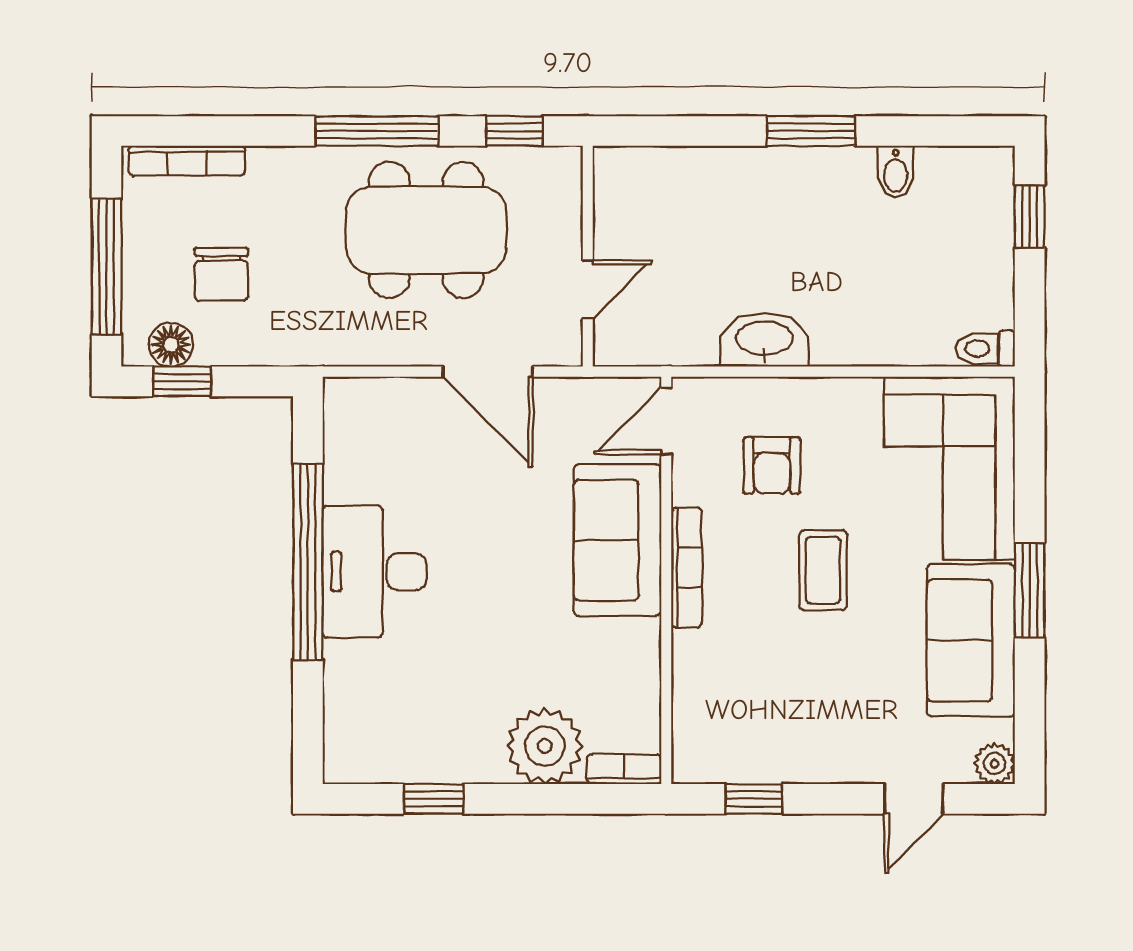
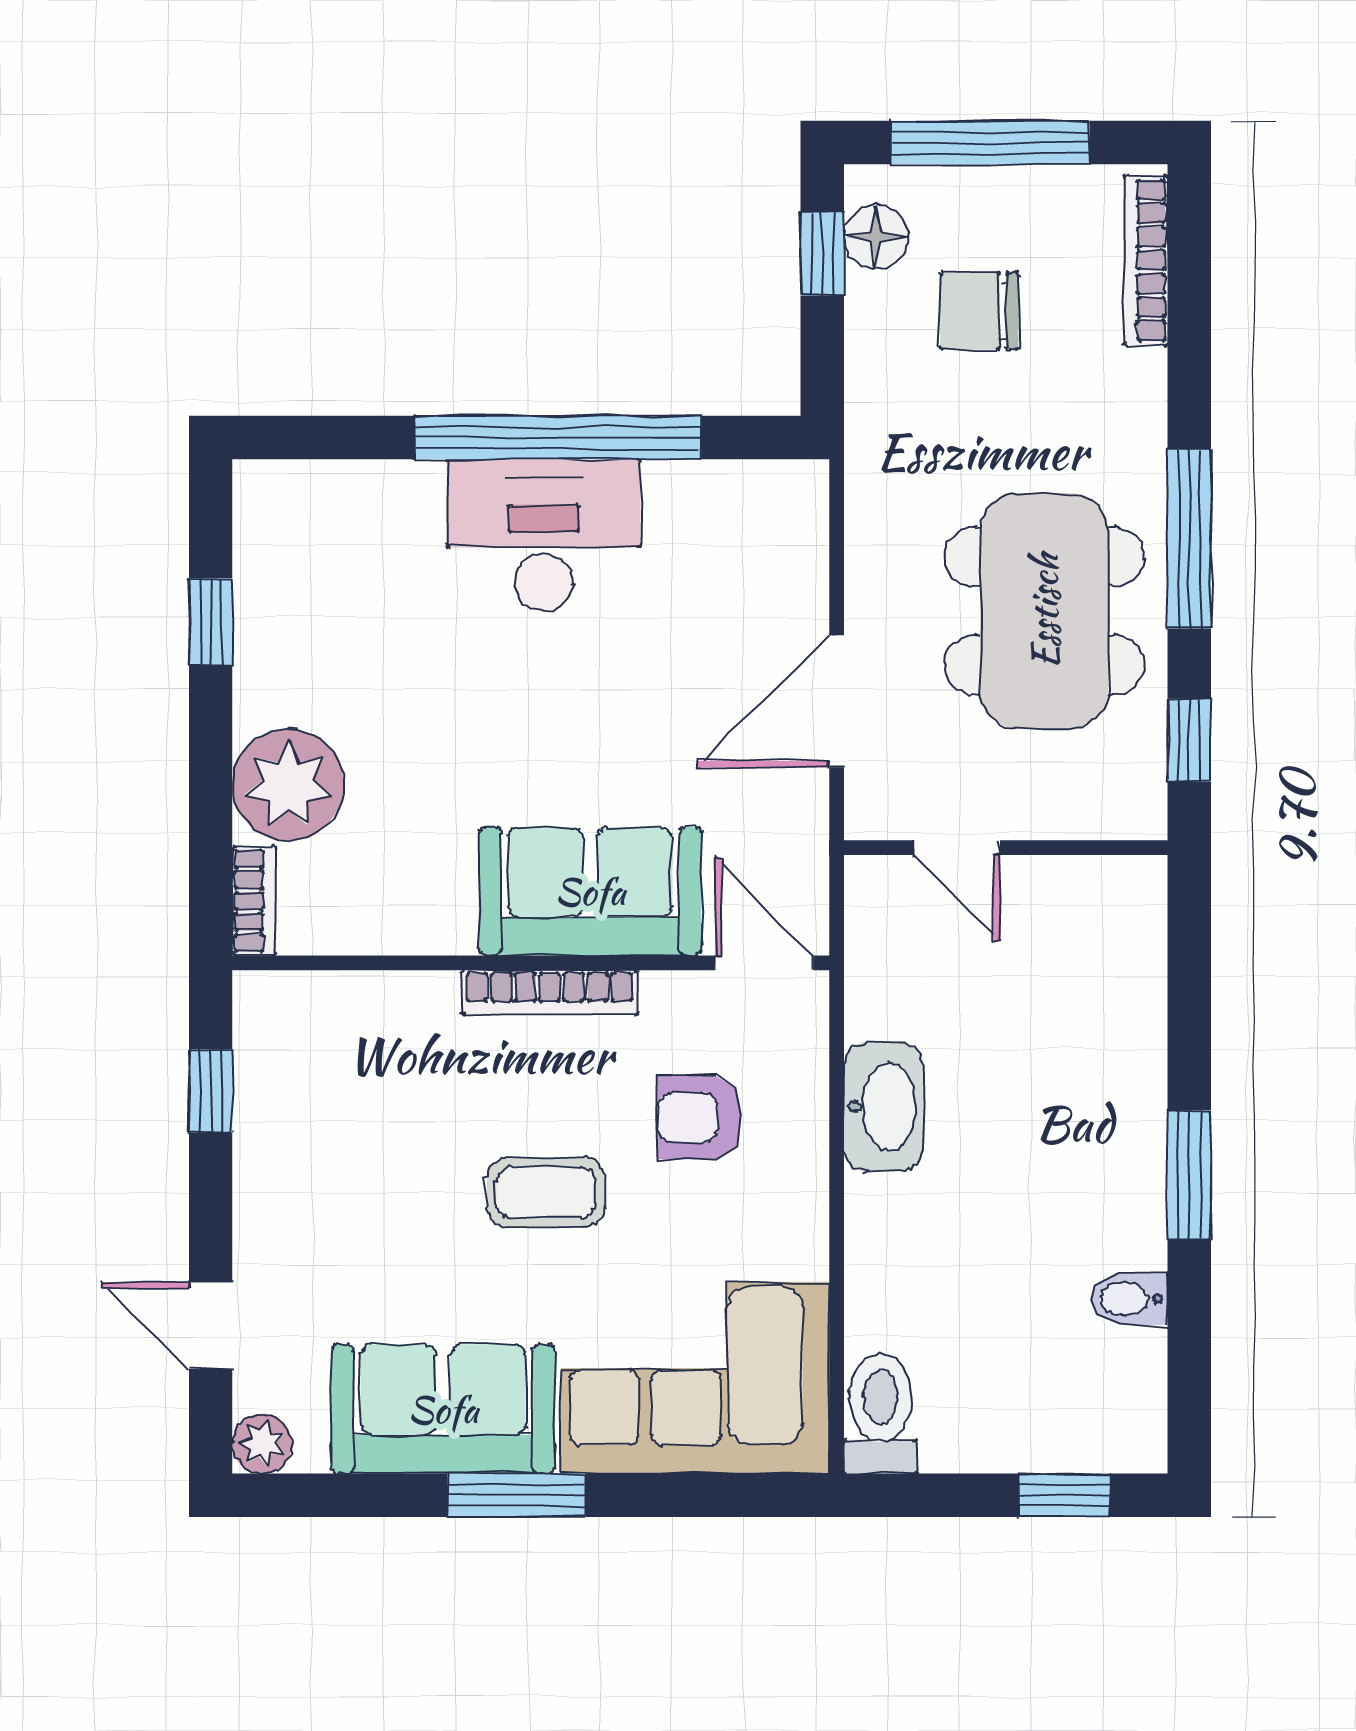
toilet: (985, 349) -> (880, 1414), width x1.37, depth x1.39

